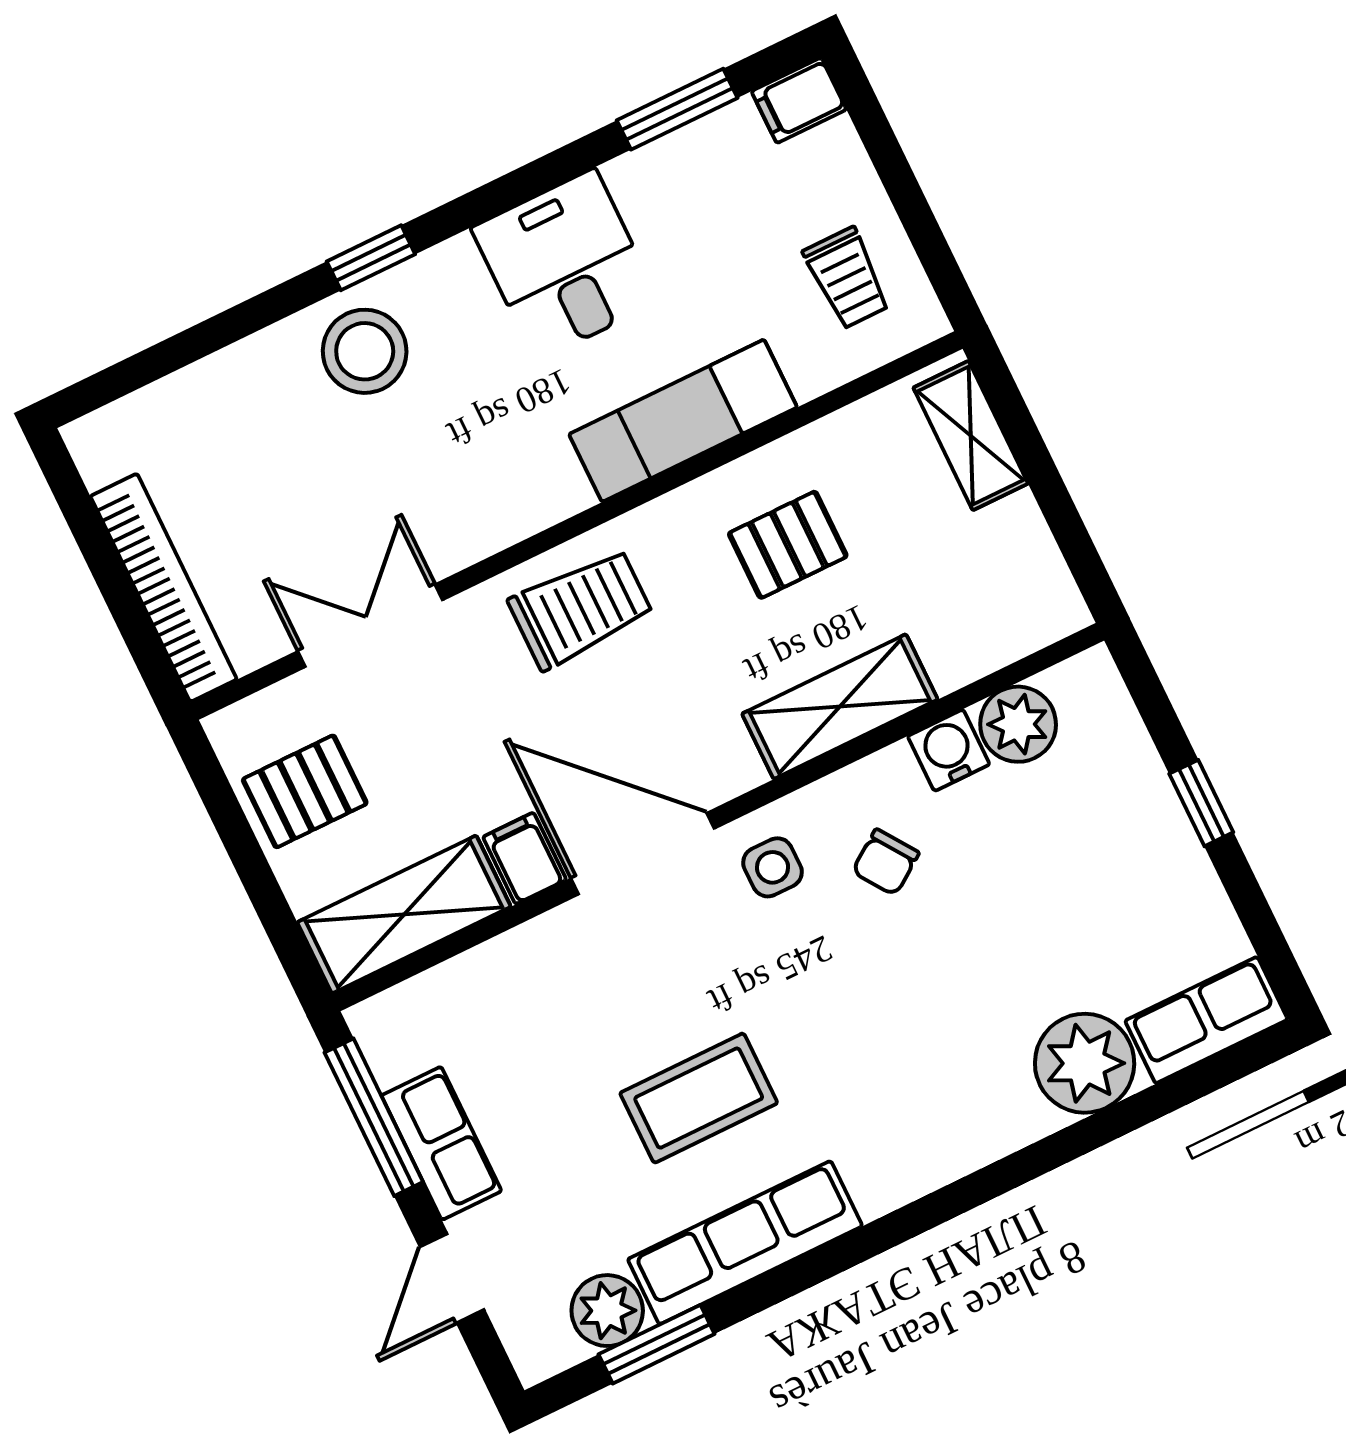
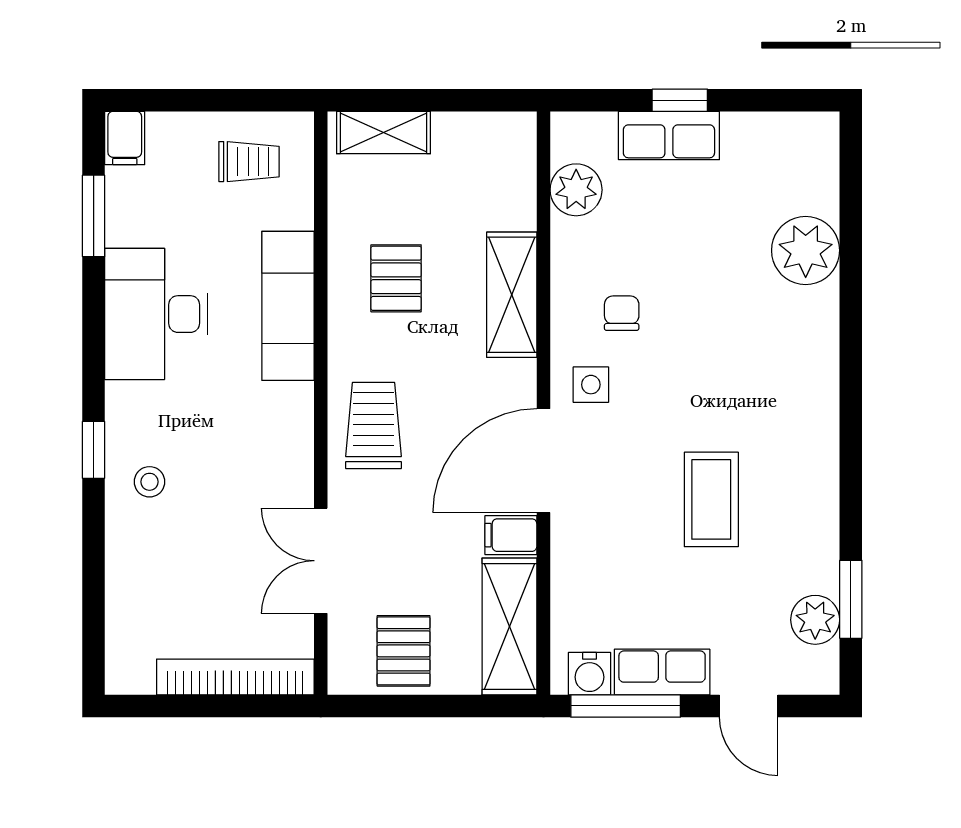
desk: (565, 265) -> (156, 314), width x1.37
stool: (365, 351) -> (149, 482), width x0.53, depth x0.53
water cooler: (949, 750) -> (590, 674), moved, turned -90
chair: (886, 862) -> (622, 313), turned -145
row of seats: (1206, 1020) -> (669, 136), moved, turned -90
row of seats: (745, 1243) -> (815, 514), removed

